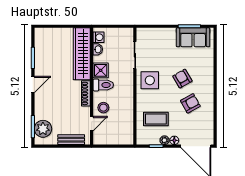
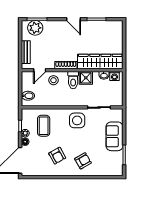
sofa: (193, 37) -> (114, 136), moved
armchair: (182, 79) -> (83, 161), moved
door: (92, 124) -> (40, 70), hinge flipped
bidet: (121, 137) -> (28, 96), added

